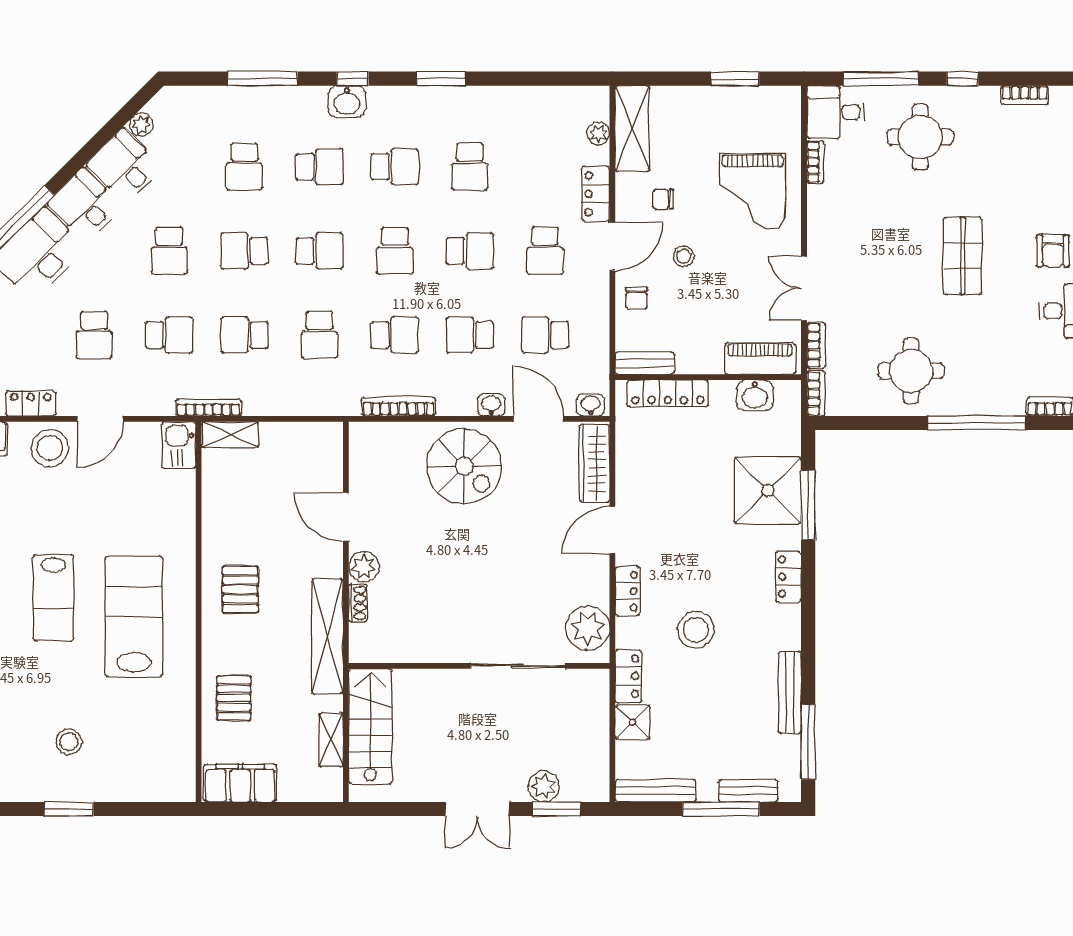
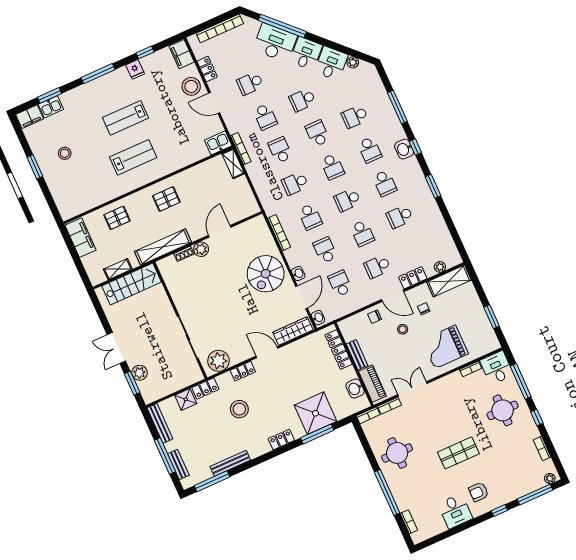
bench: (645, 363) -> (357, 355), moved
lab bench: (134, 616) -> (133, 157), width x0.73, depth x0.72

